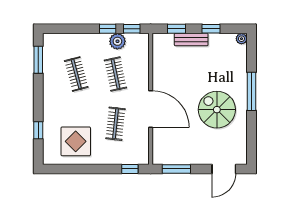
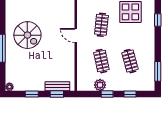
window: (132, 29) -> (130, 94), moved
bench: (191, 40) -> (57, 86), moved
door: (151, 109) -> (76, 35), width x0.53

